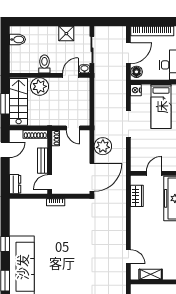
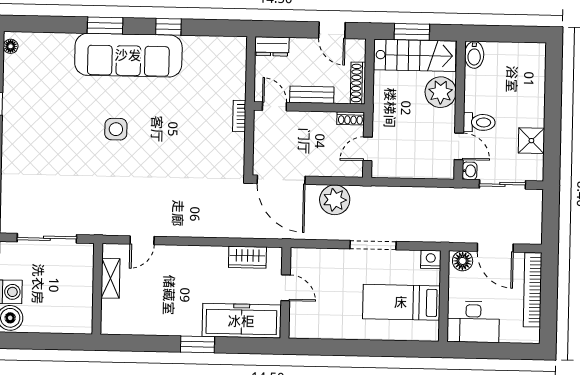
bidet: (18, 39) -> (474, 55), moved
toilet: (44, 64) -> (479, 122), moved
side table: (65, 273) -> (116, 129), added

